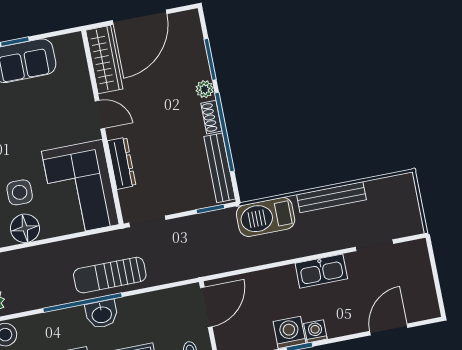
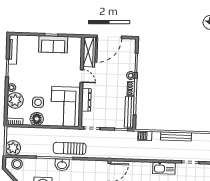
barbecue: (266, 217) -> (145, 136), width x0.53, depth x0.65

